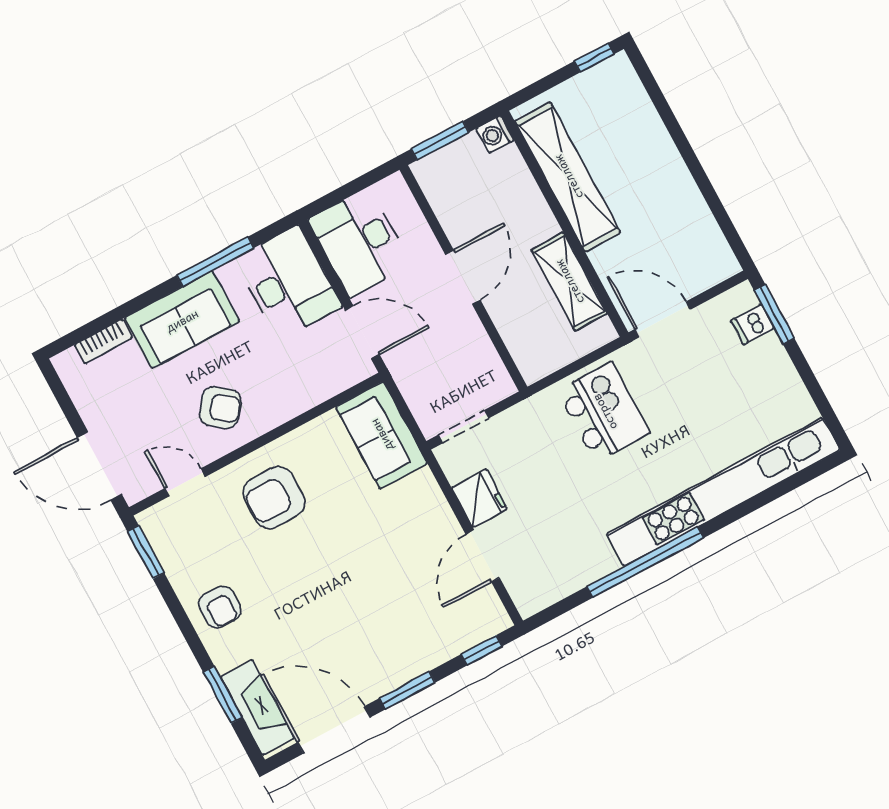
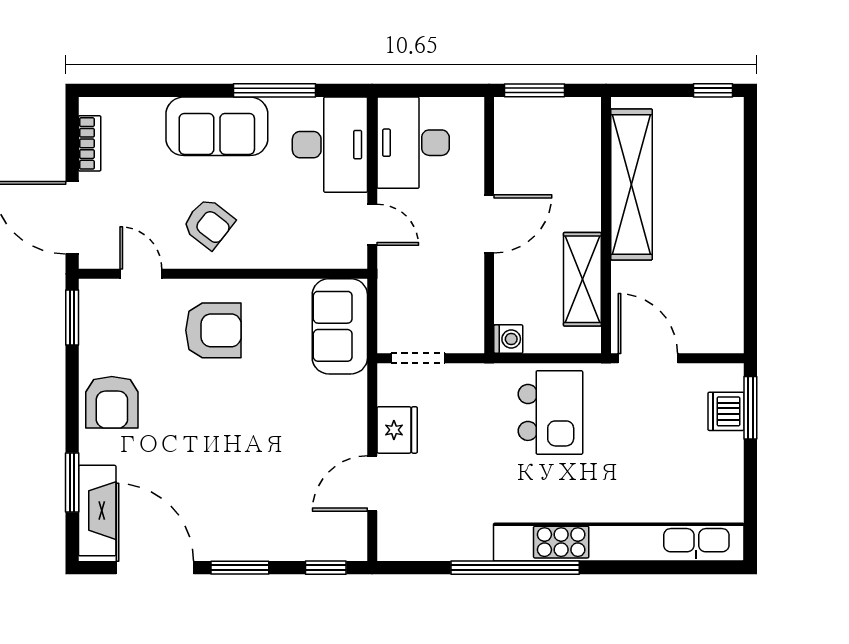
washing machine: (495, 134) -> (508, 339), moved, turned 180
dishwasher: (752, 324) -> (726, 411), width x1.38
door: (362, 332) -> (372, 225), width x0.73
bookcase: (103, 341) -> (90, 143), moved, turned -90
armchair: (274, 498) -> (213, 330), turned 180
armchair: (220, 607) -> (112, 402), width x1.38, depth x1.38

